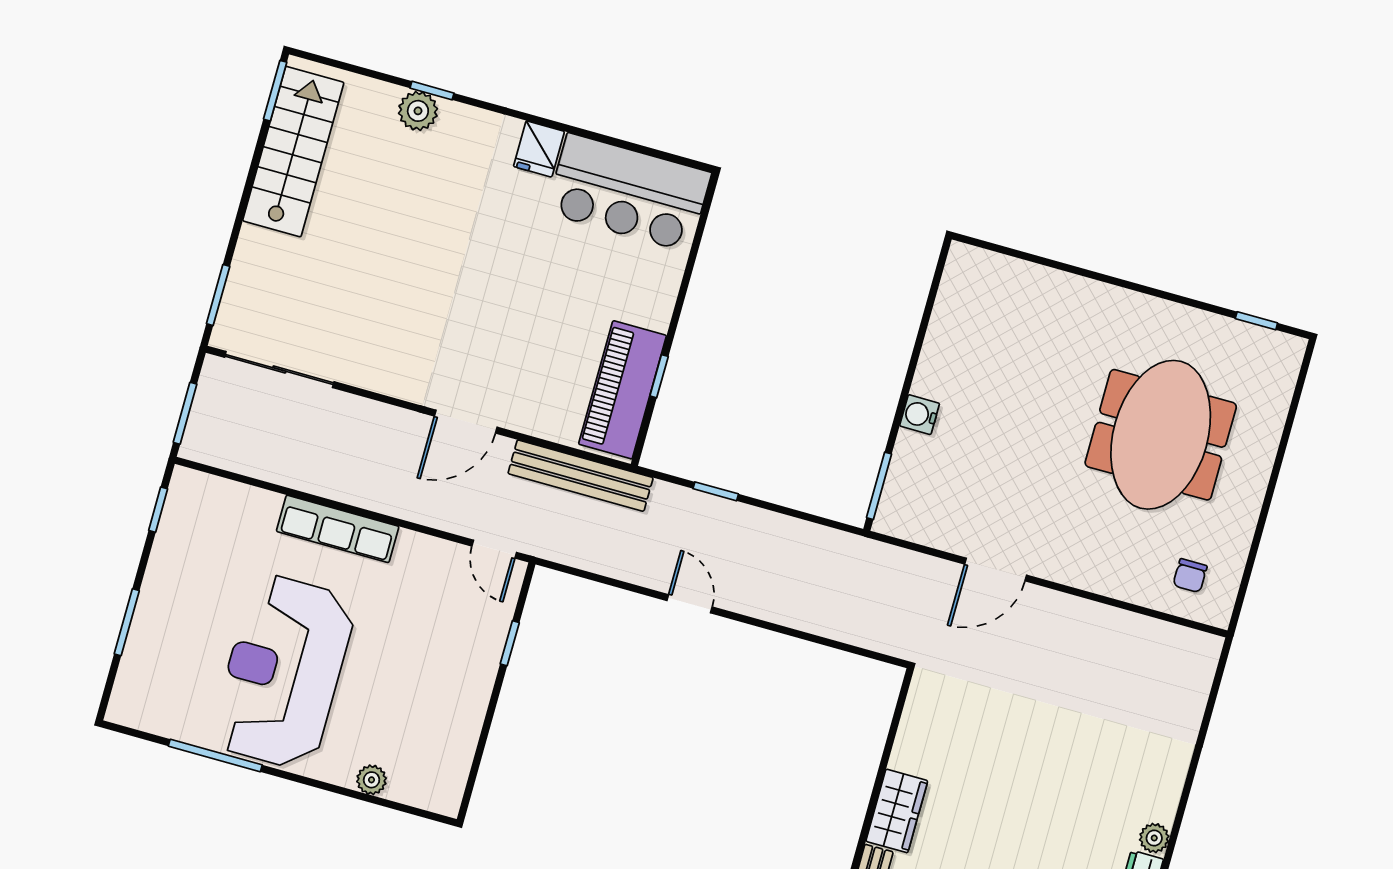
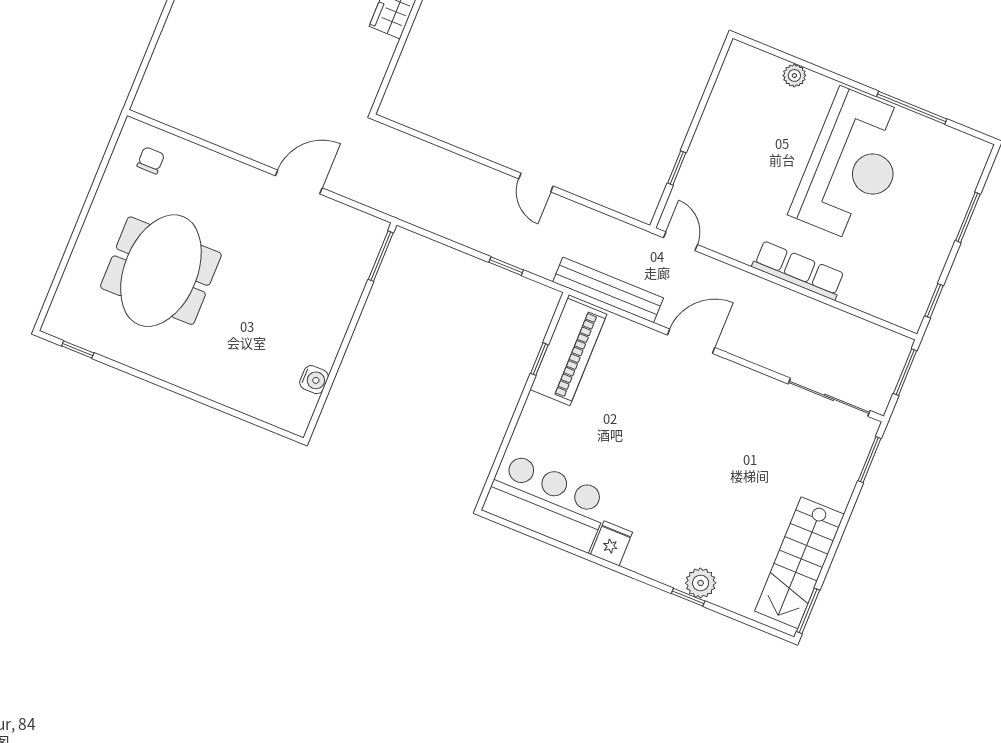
water cooler: (920, 415) -> (314, 380), moved

